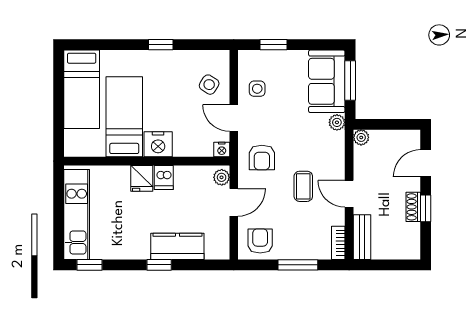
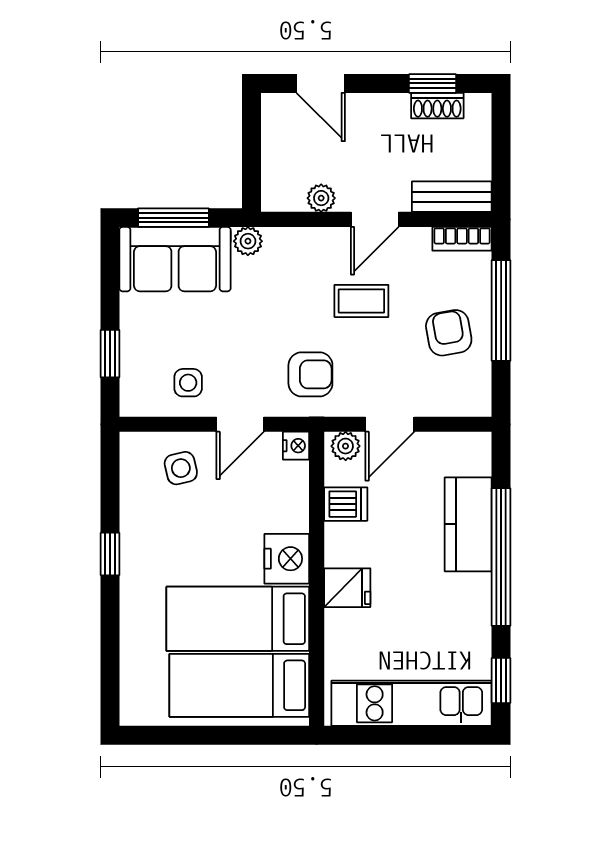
side table: (209, 85) -> (181, 468), turned 45
bed: (82, 89) -> (239, 685), moved, turned 180
plant: (361, 137) -> (321, 198), moved
dishwasher: (164, 177) -> (346, 504), moved
door: (234, 202) -> (390, 424), swing flipped
shoe rack: (413, 207) -> (437, 106), moved
window: (426, 208) -> (433, 83), moved
armchair: (260, 241) -> (449, 333), moved, turned 80
window: (159, 265) -> (501, 557), width x3.17
window: (298, 265) -> (501, 310), width x1.44

